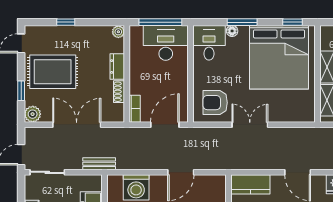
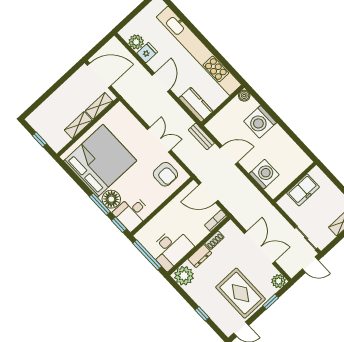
window: (292, 22) -> (119, 225), moved
floor lamp: (232, 31) -> (111, 199), width x1.89, depth x1.89
plant: (118, 32) -> (184, 276), width x1.88, depth x1.88
desk: (166, 43) -> (171, 249), moved, turned -90
double door: (77, 125) -> (260, 248), swing flipped
double door: (250, 125) -> (159, 140), swing flipped
bench: (99, 164) -> (201, 136), moved

